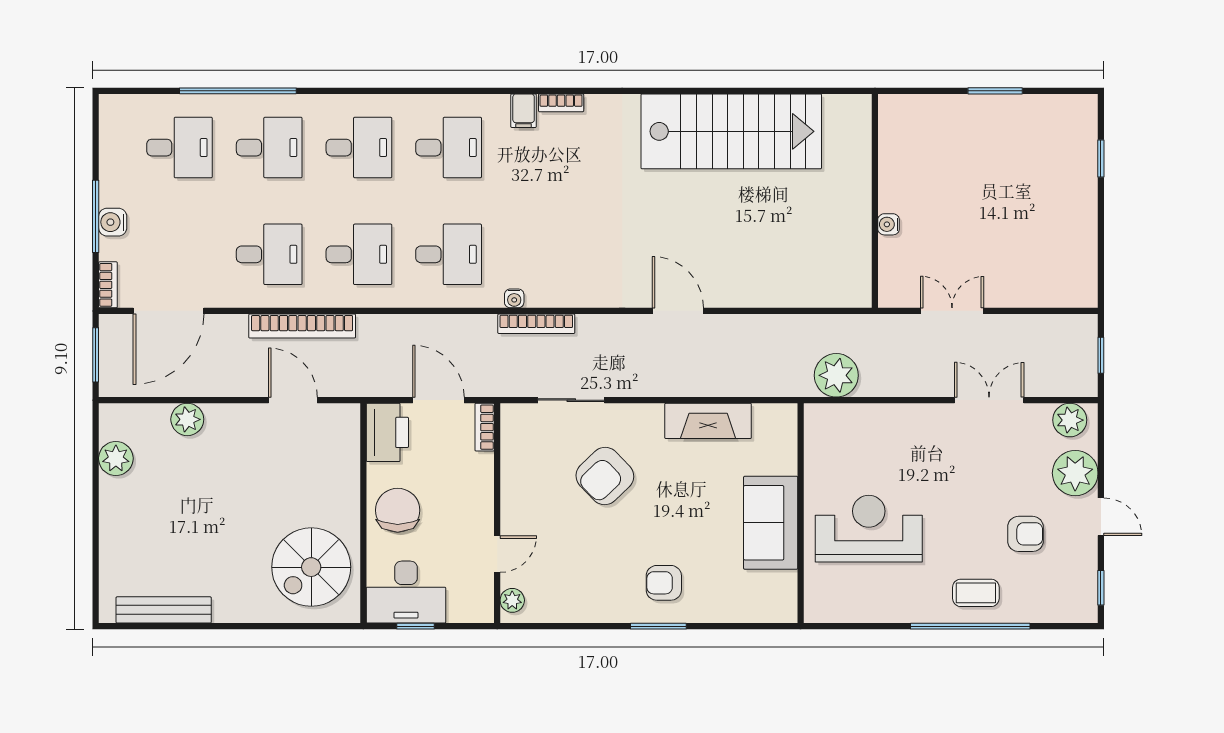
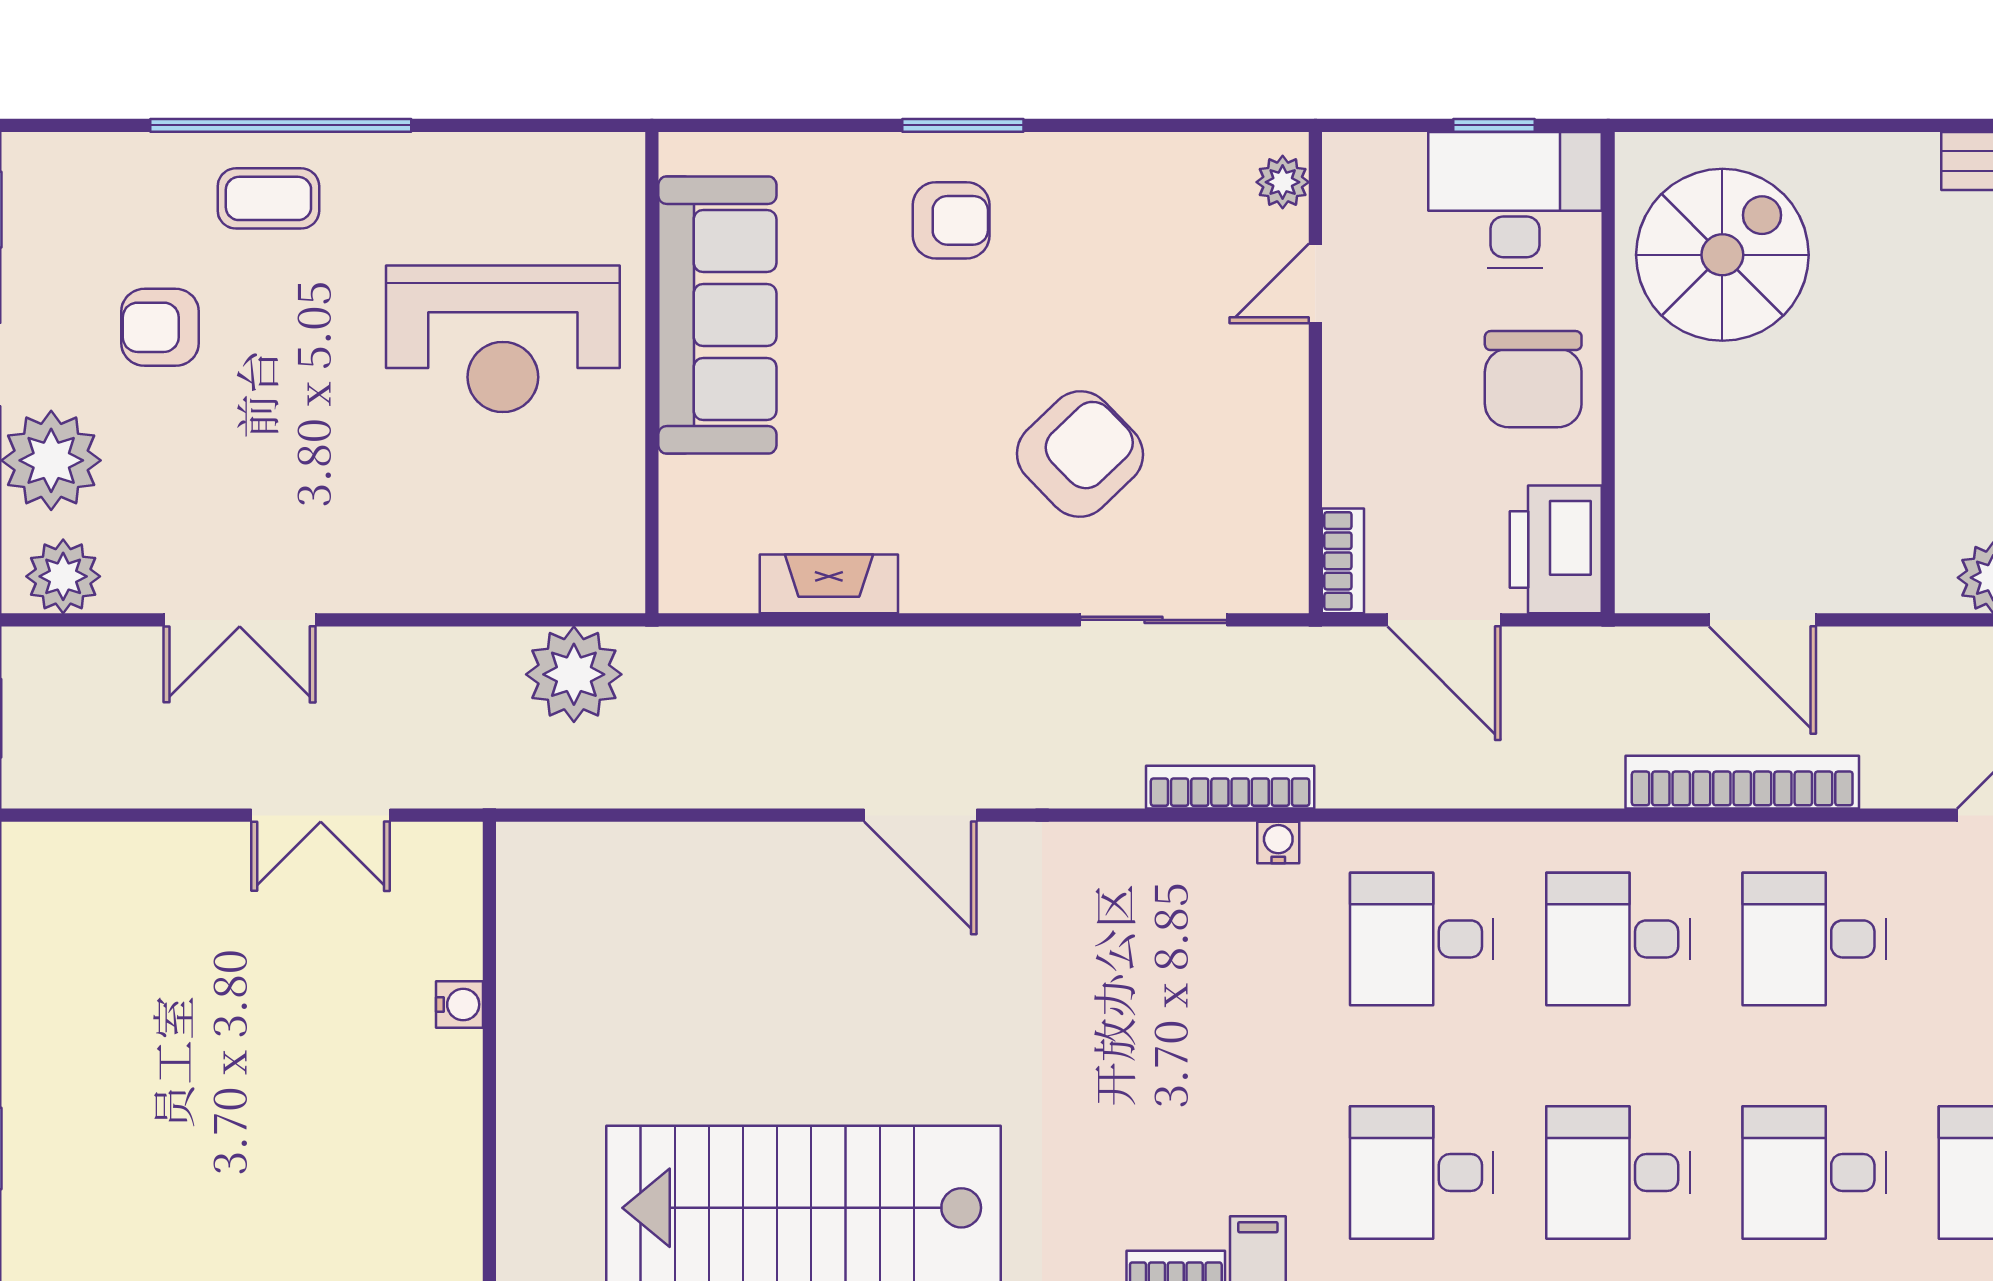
fireplace: (708, 421) -> (829, 584), width x0.73, depth x0.76
sofa: (771, 523) -> (717, 315), width x1.36

